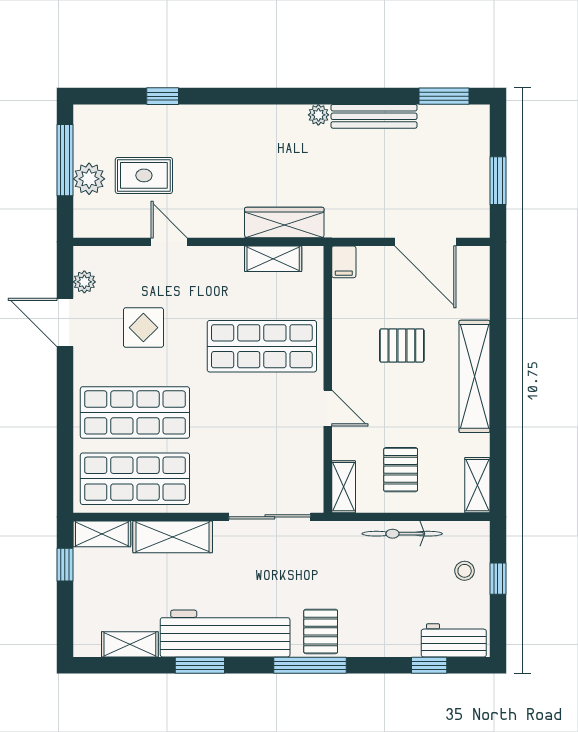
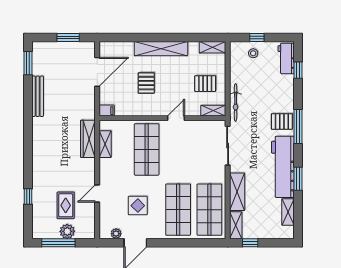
plant: (318, 115) -> (37, 123), removed
bicycle: (402, 534) -> (236, 102), moved

